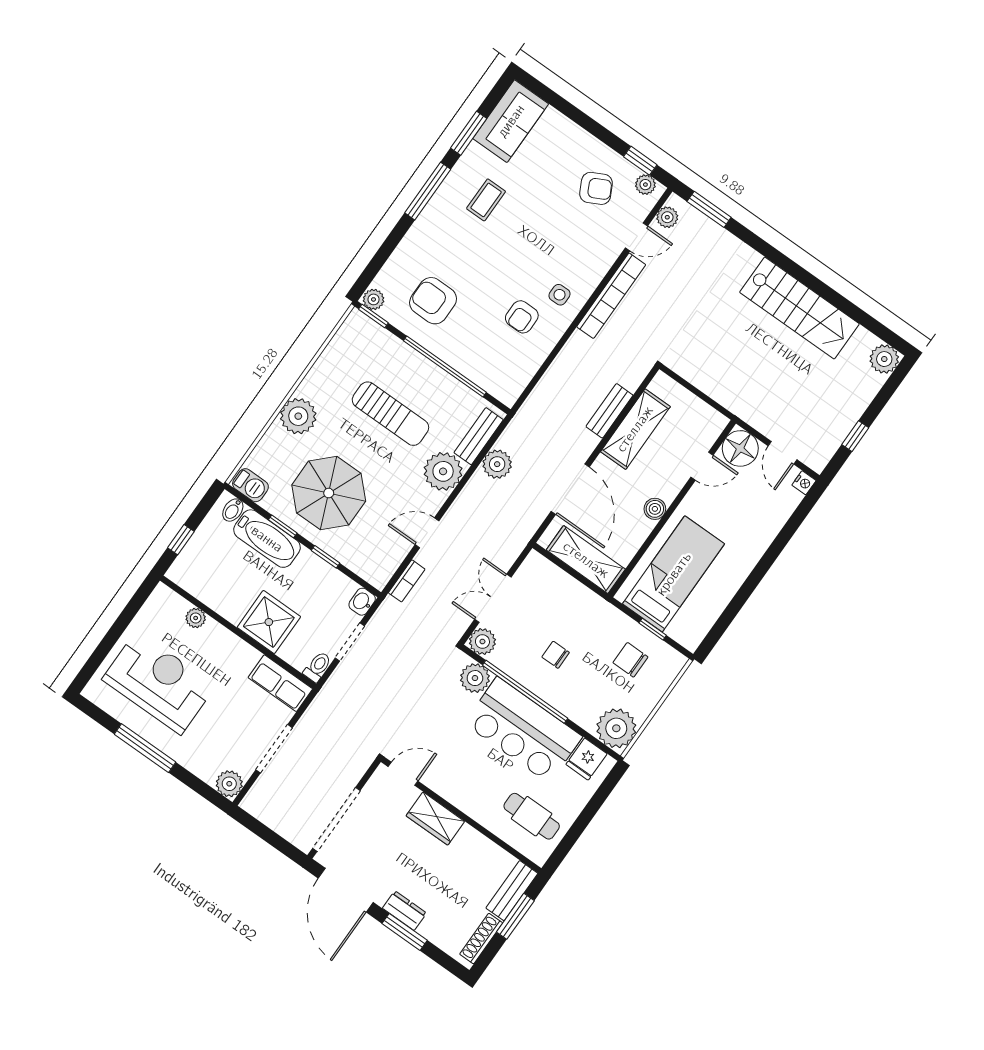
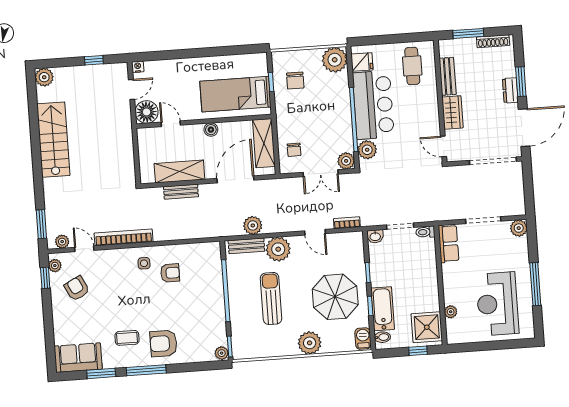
armchair: (433, 301) -> (163, 343), moved, turned 90
shower: (269, 622) -> (427, 327), moved
chair: (556, 655) -> (294, 150), moved
bench: (512, 891) -> (448, 76), moved, turned 90

